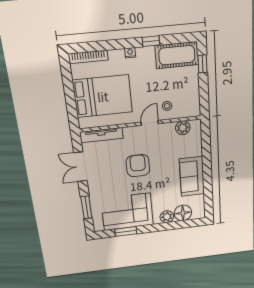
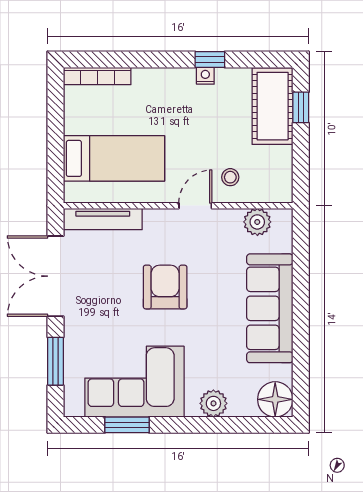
nightstand: (130, 53) -> (205, 76), moved
cot: (177, 55) -> (273, 106), moved, turned 90
bed: (103, 96) -> (114, 158), width x0.67
double door: (80, 167) -> (55, 276), width x1.37
sofa: (192, 177) -> (270, 308), width x1.36
floor lamp: (183, 213) -> (275, 399), moved

